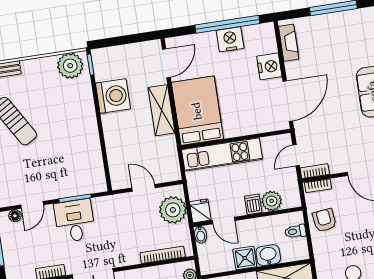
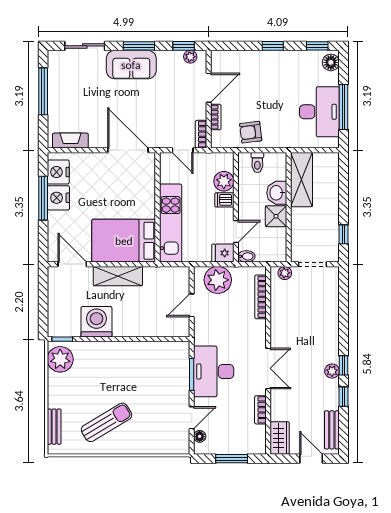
window: (227, 24) -> (43, 198), width x0.68
nightstand: (269, 66) -> (58, 172), moved, turned -90
bookcase: (318, 186) -> (216, 117), moved
door: (32, 205) -> (192, 418), hinge flipped
desk: (75, 221) -> (214, 371), width x1.37

